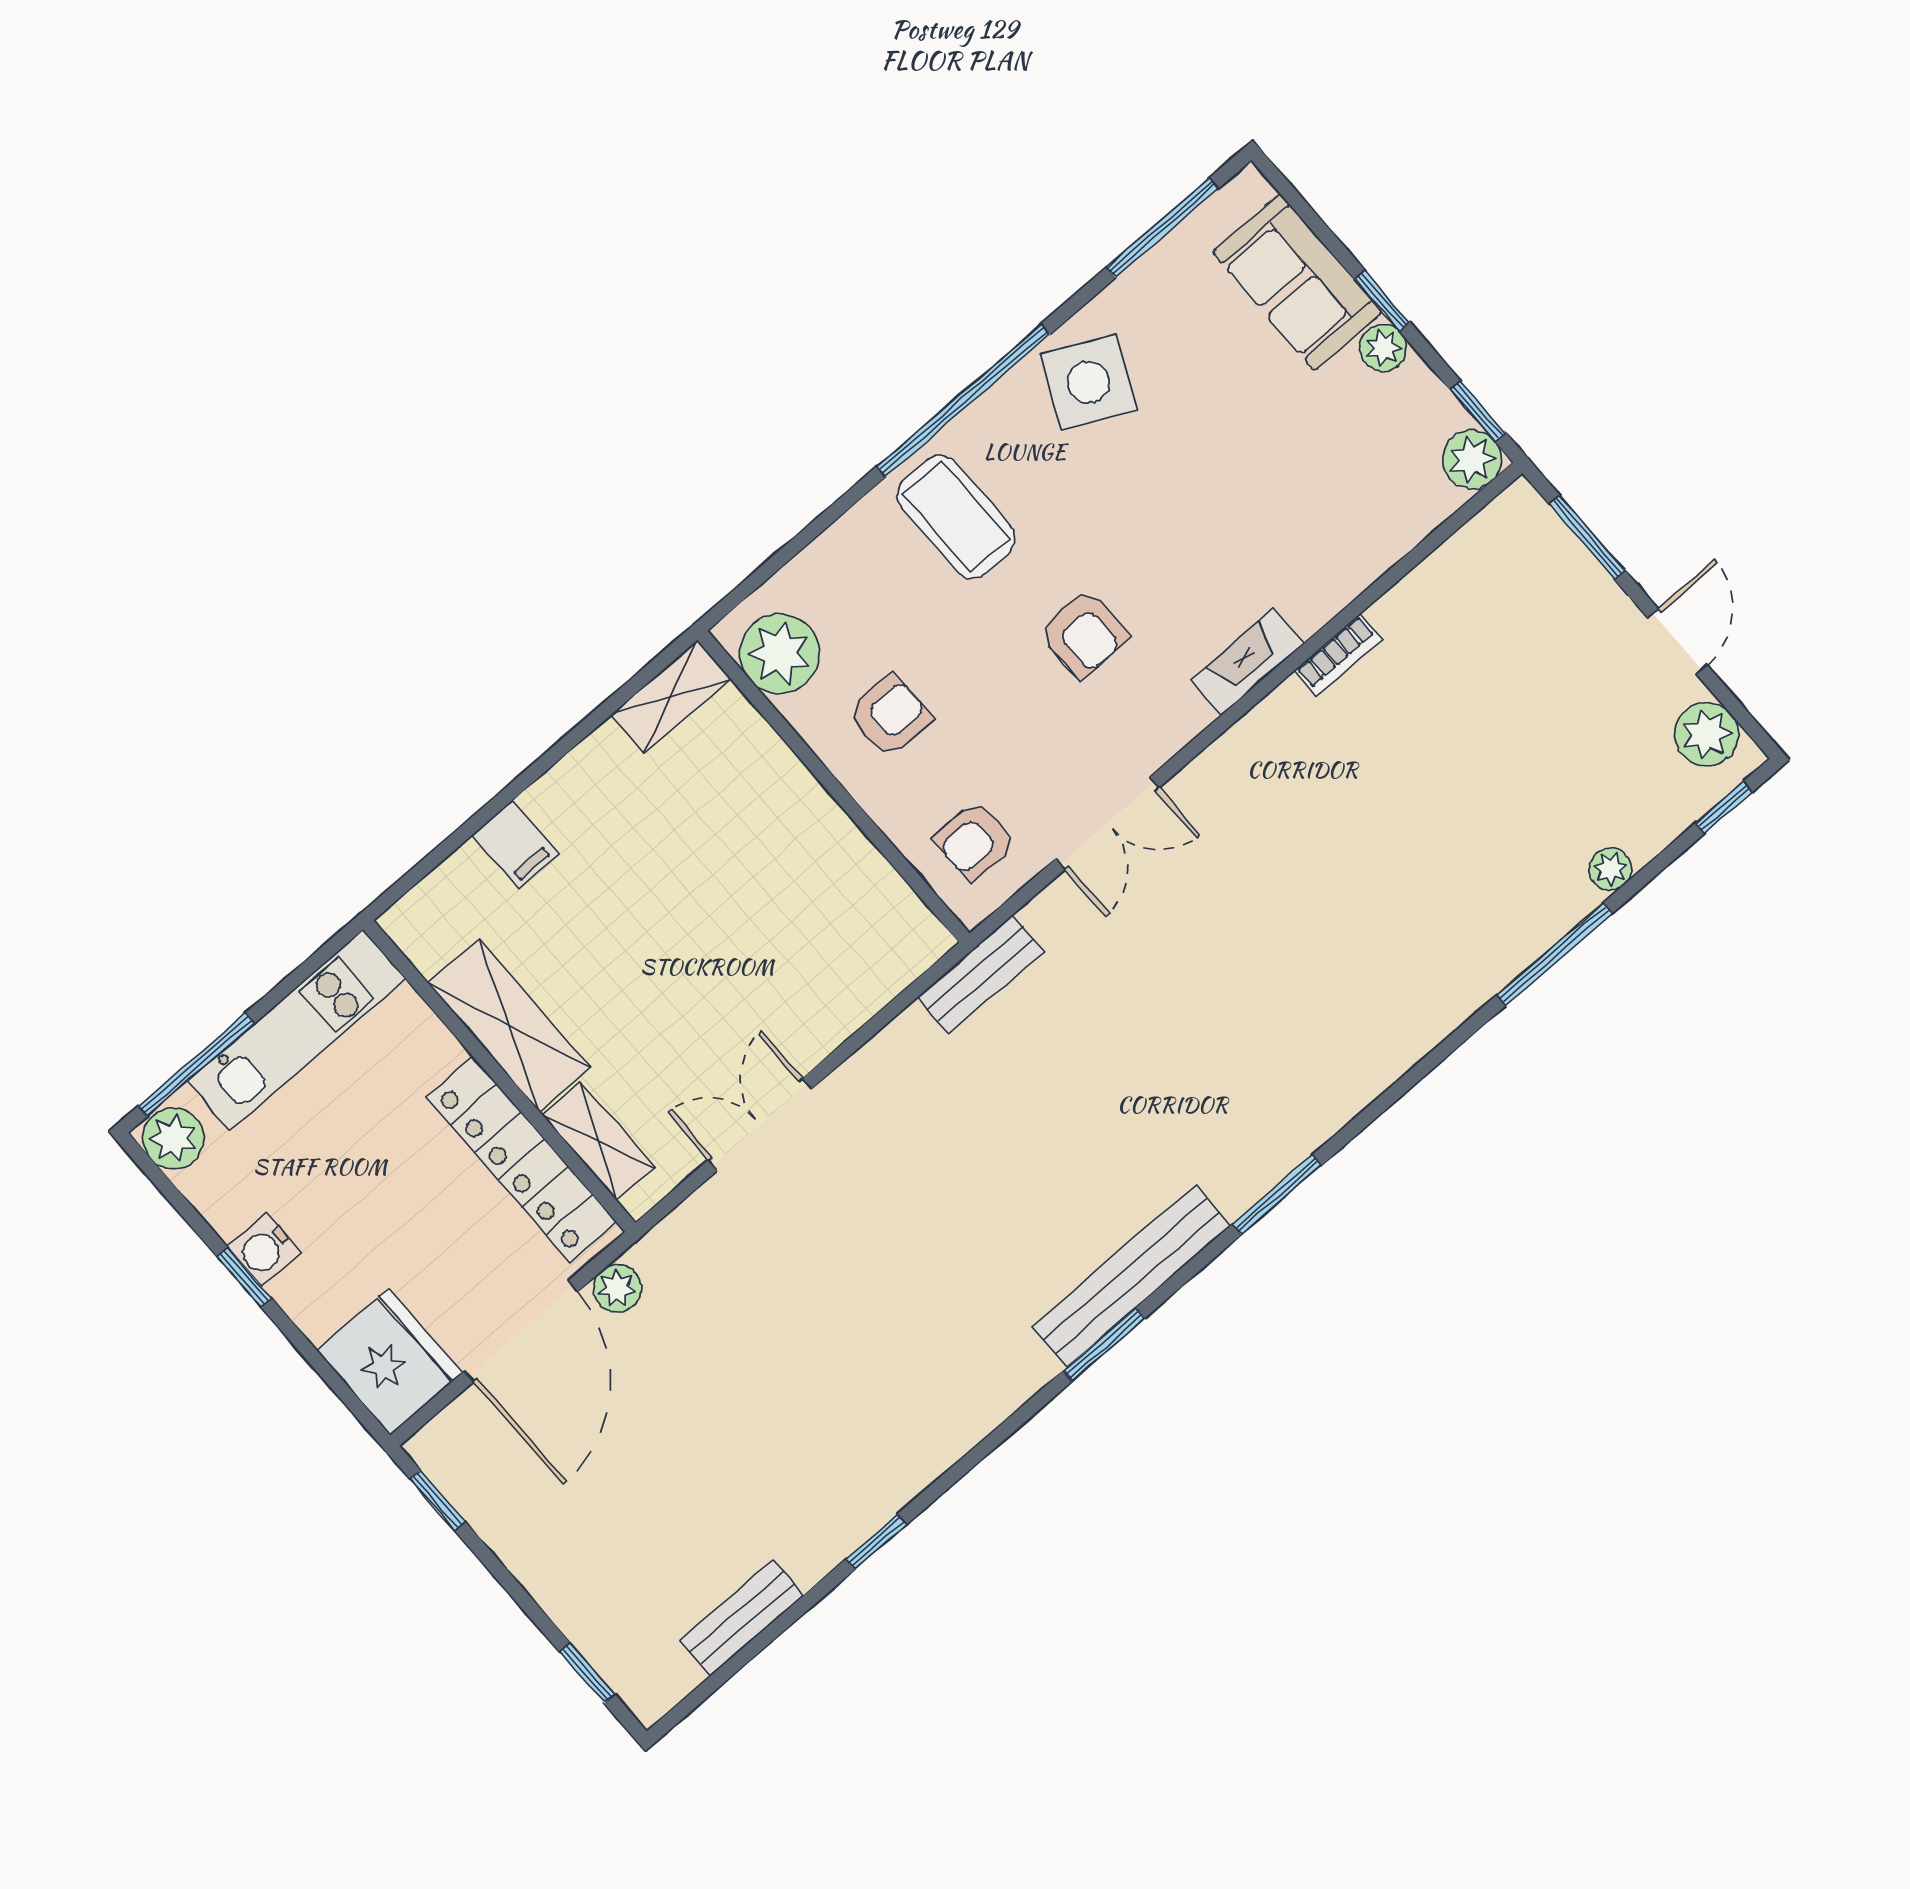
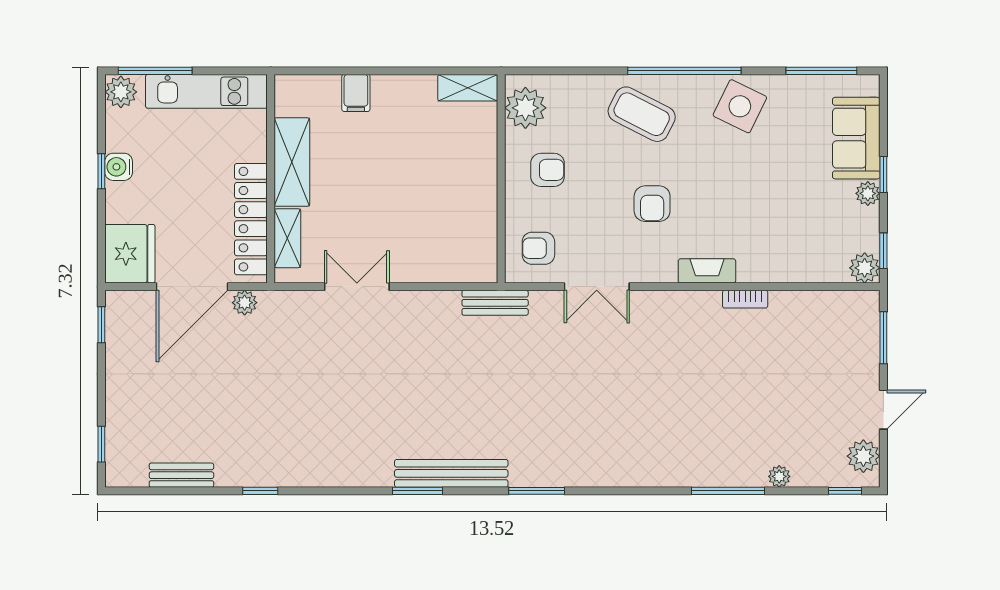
coffee table: (956, 517) -> (642, 114), turned -63

